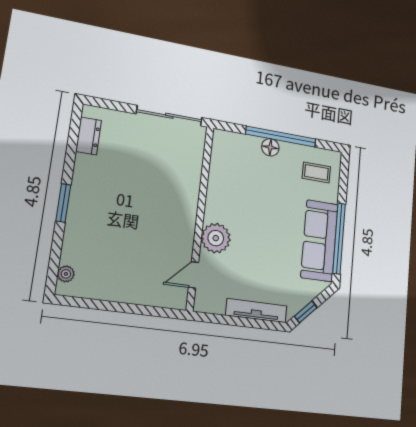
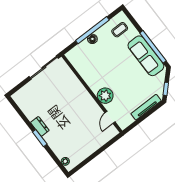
dresser: (89, 136) -> (40, 126), moved

